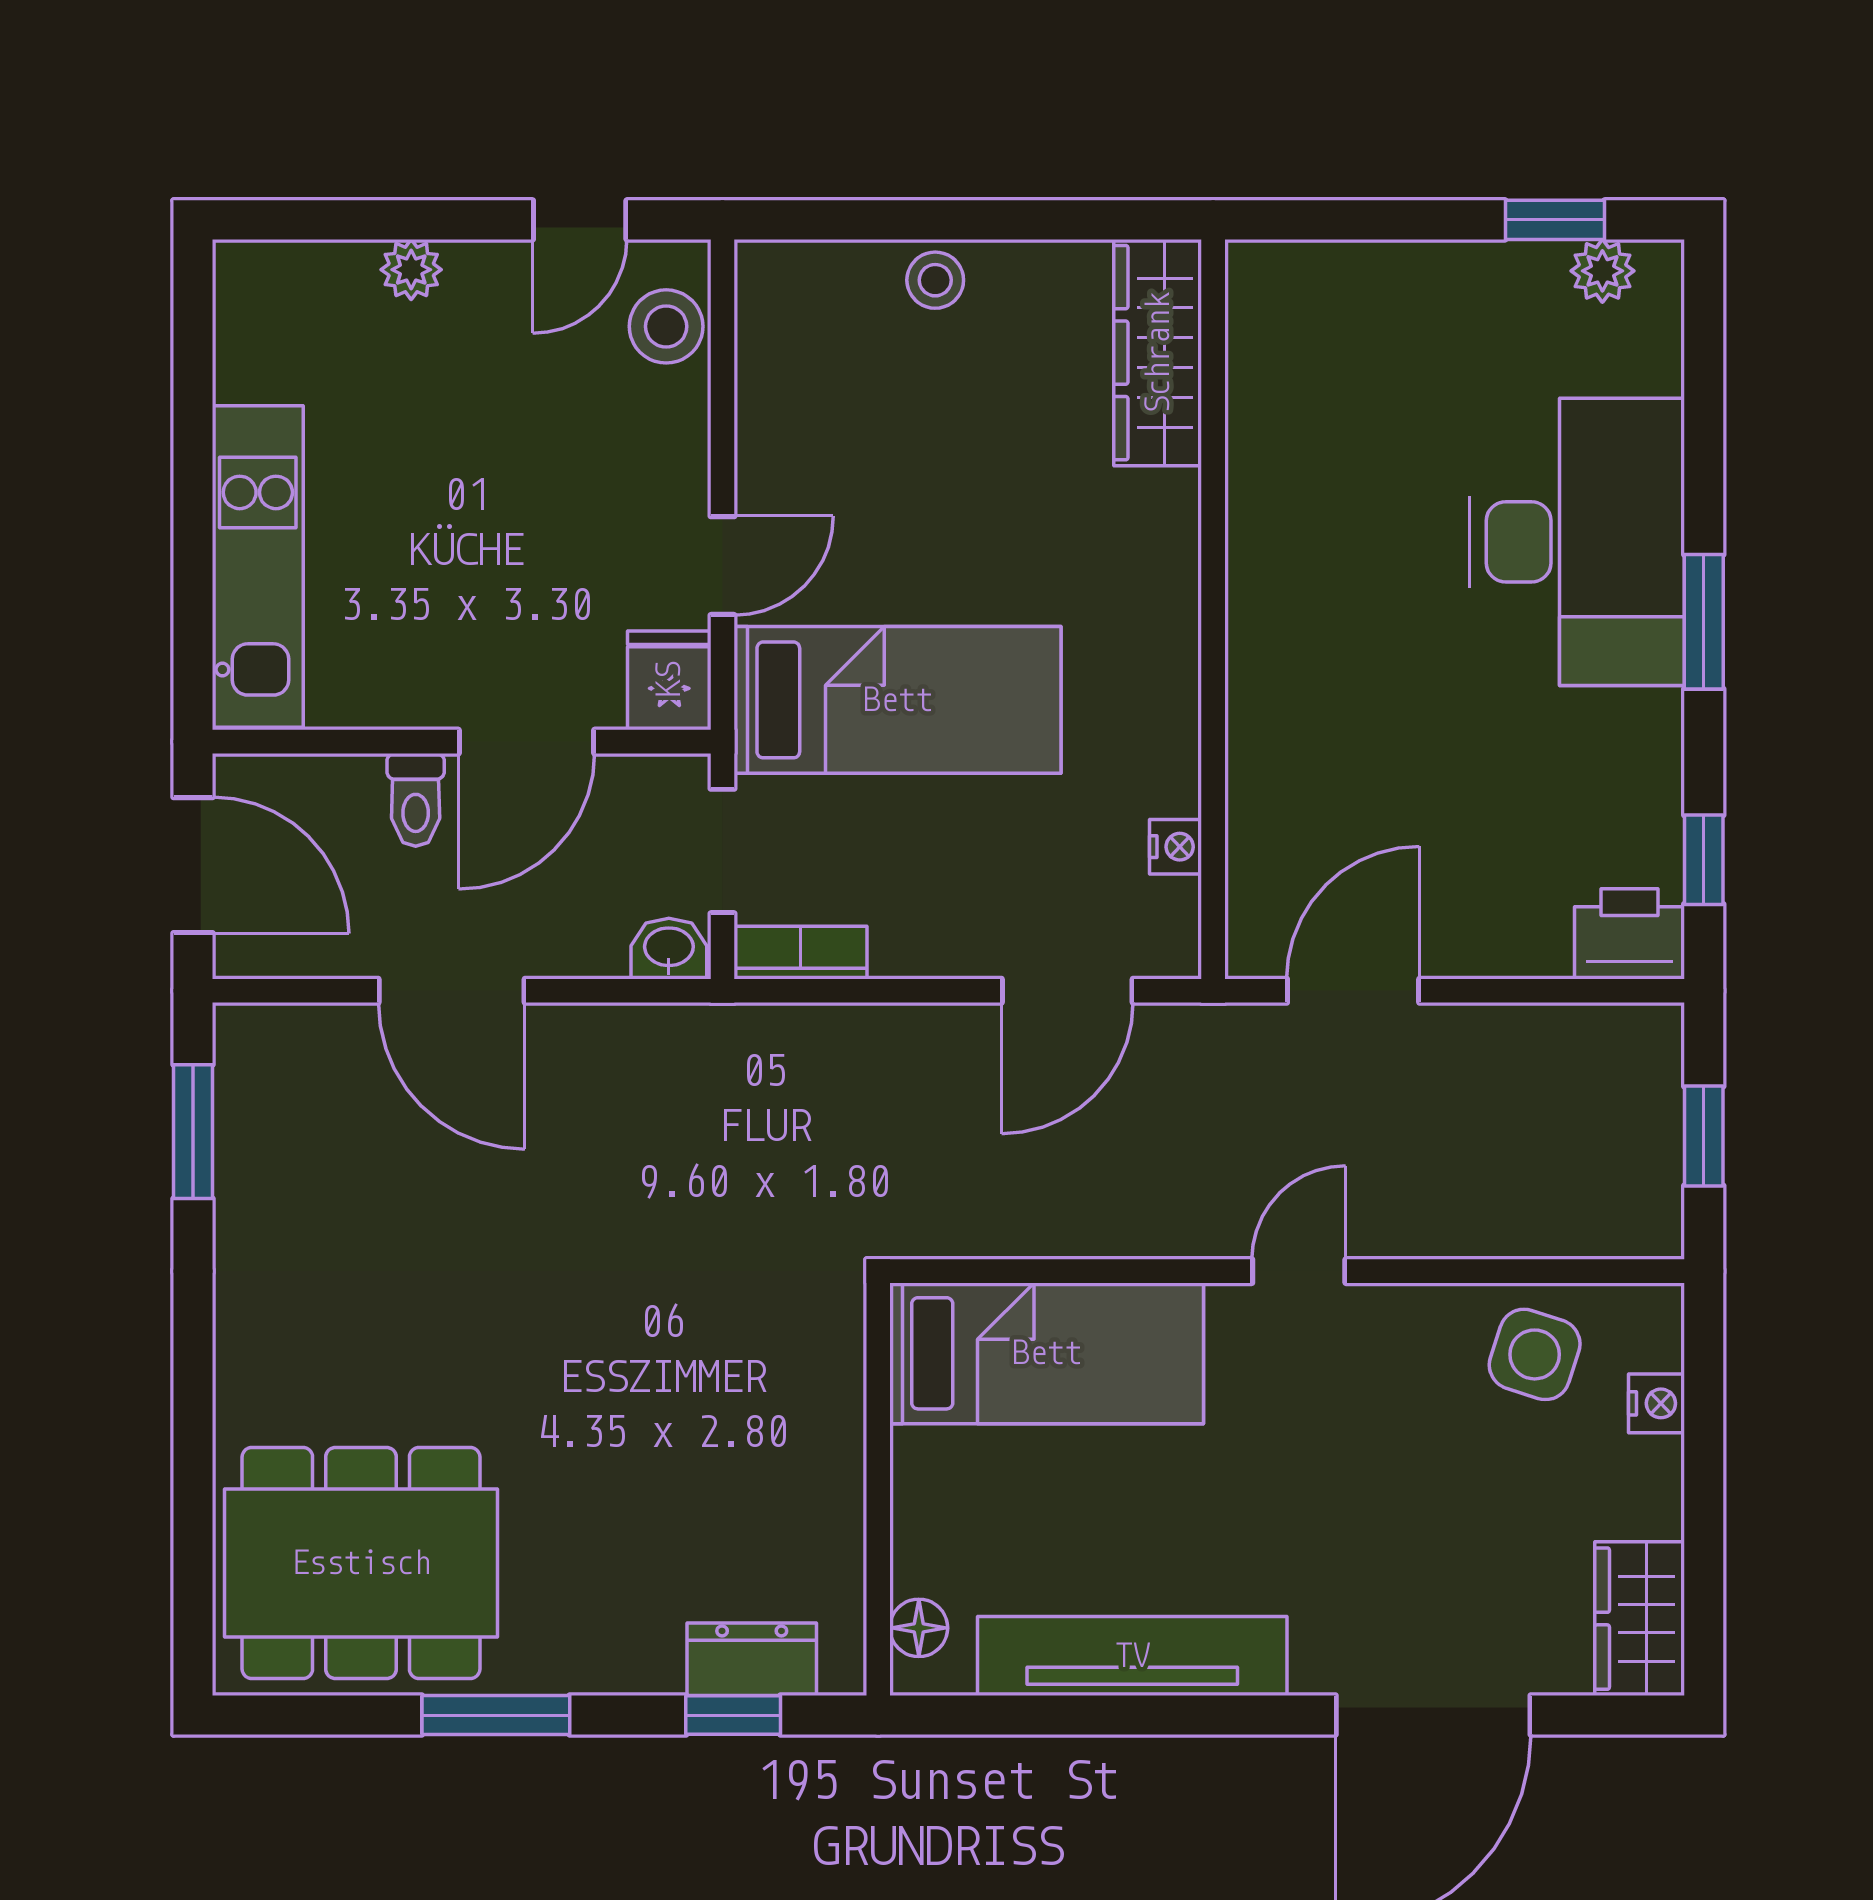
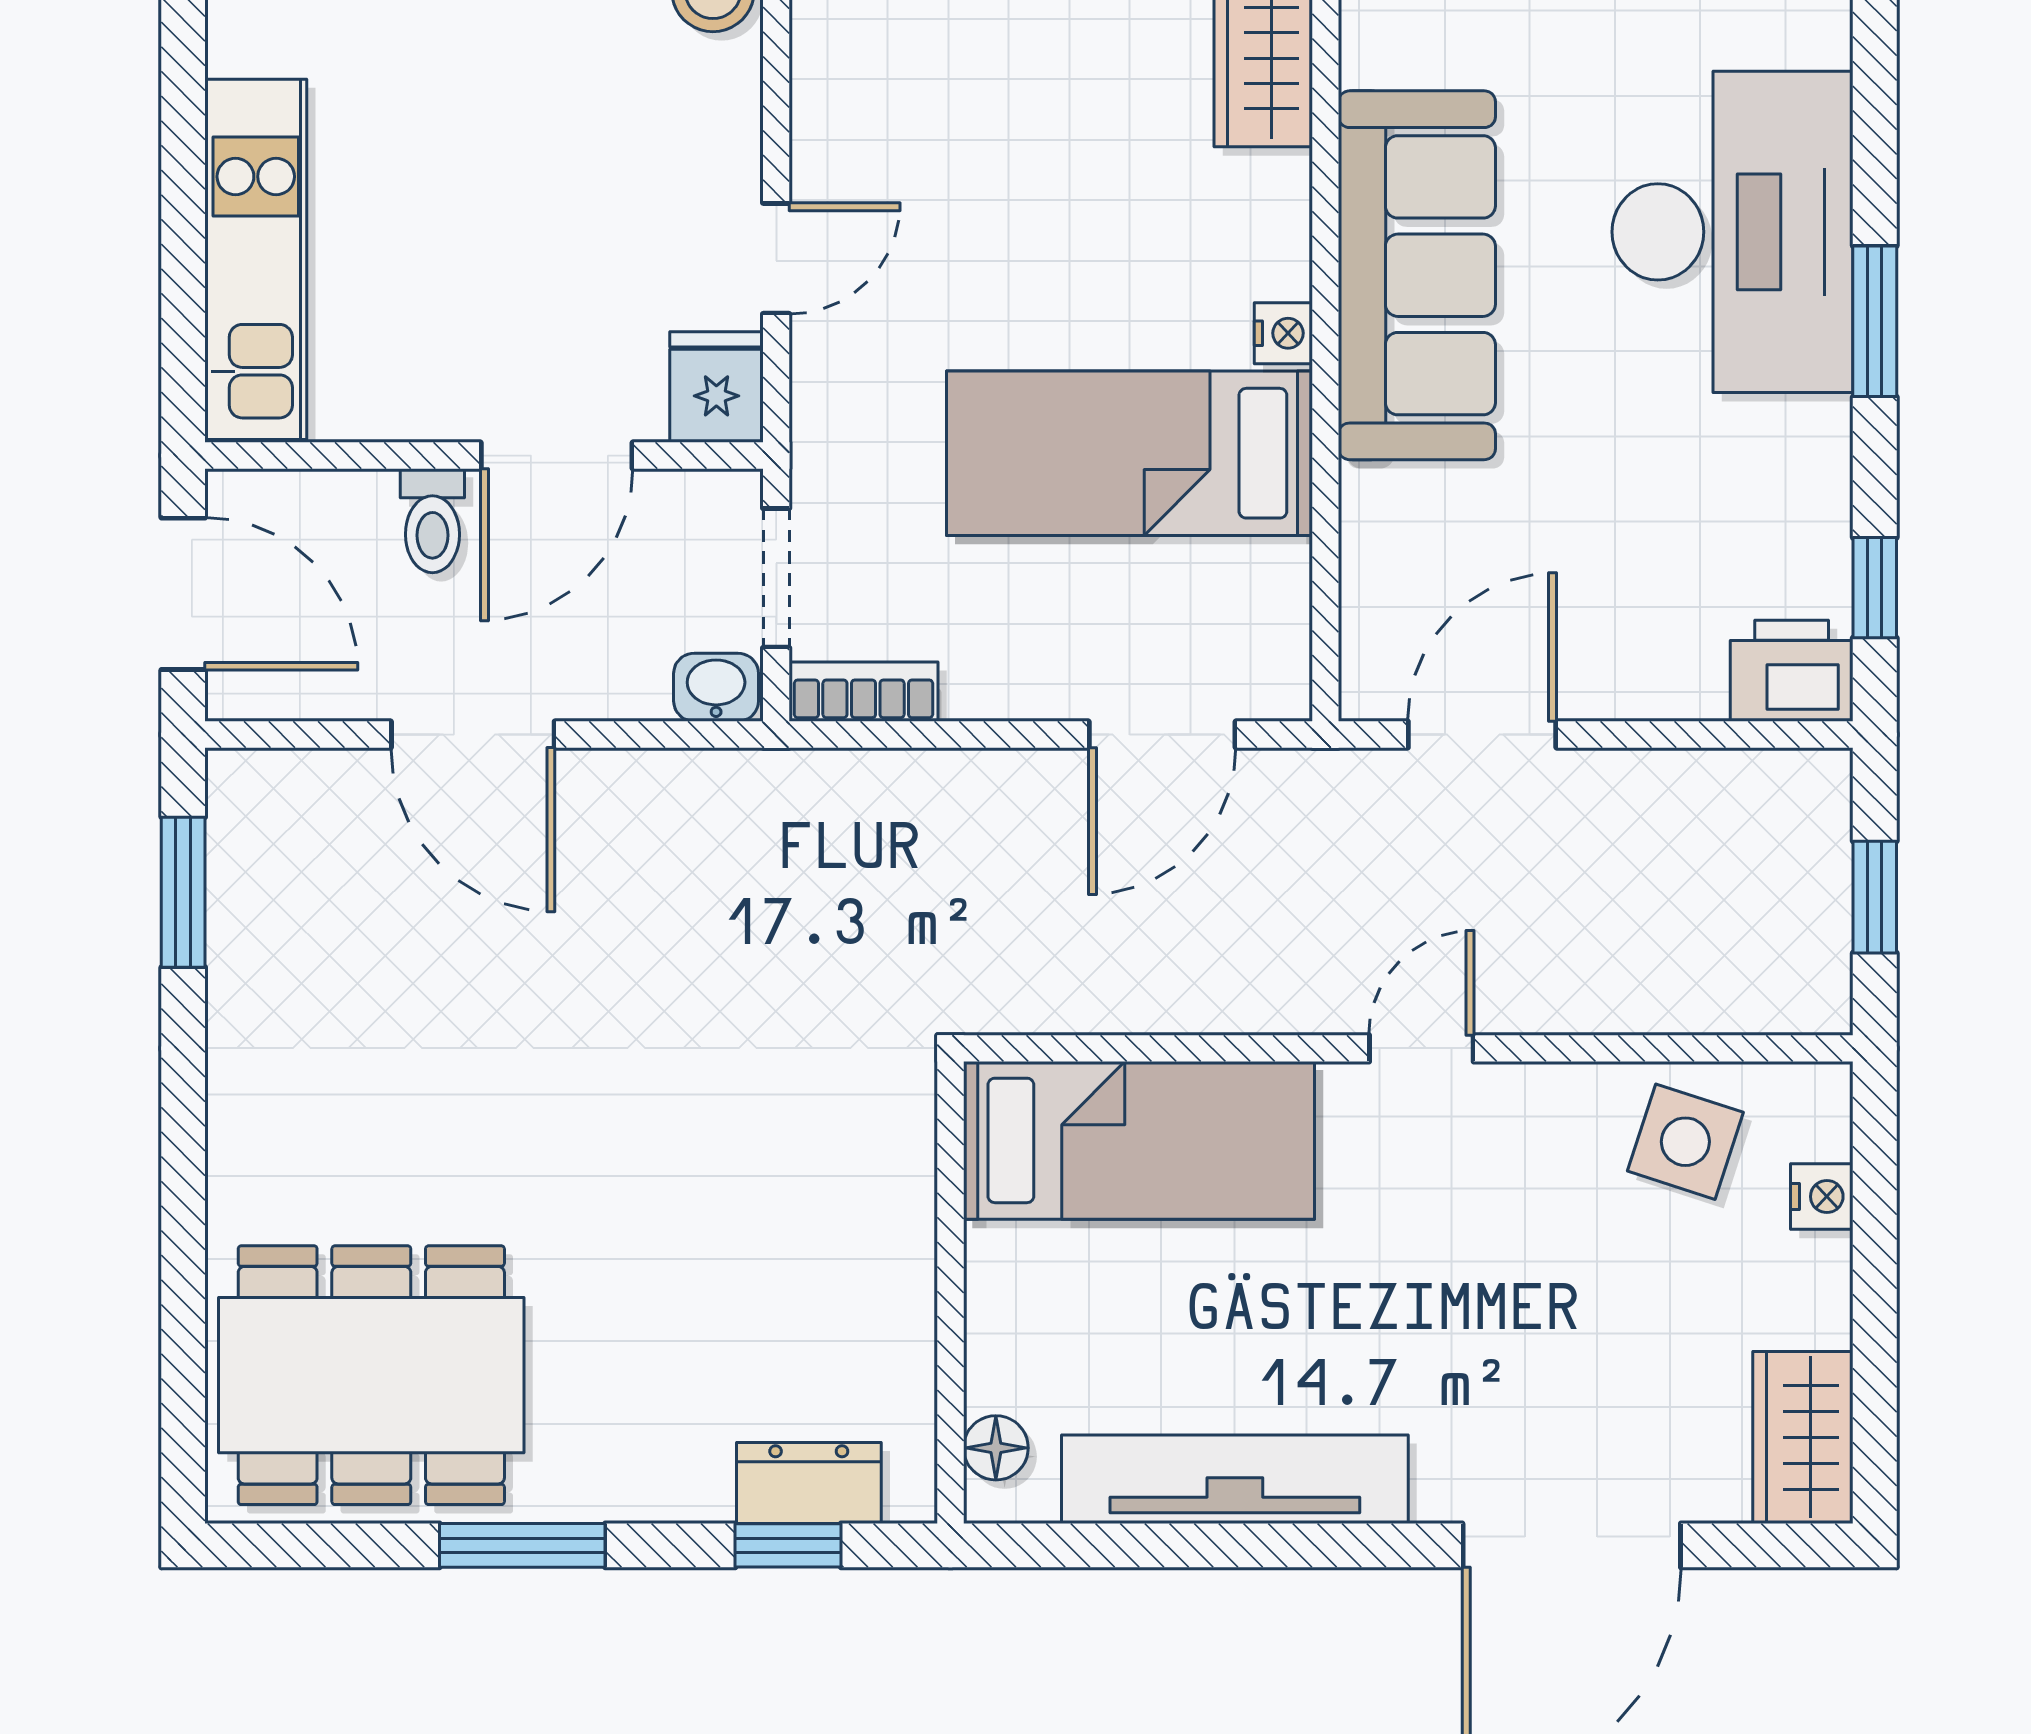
sofa: (1295, 581) -> (1417, 275), added
bed: (898, 700) -> (1129, 453), moved, turned 180
nightstand: (1176, 847) -> (1283, 333), moved

